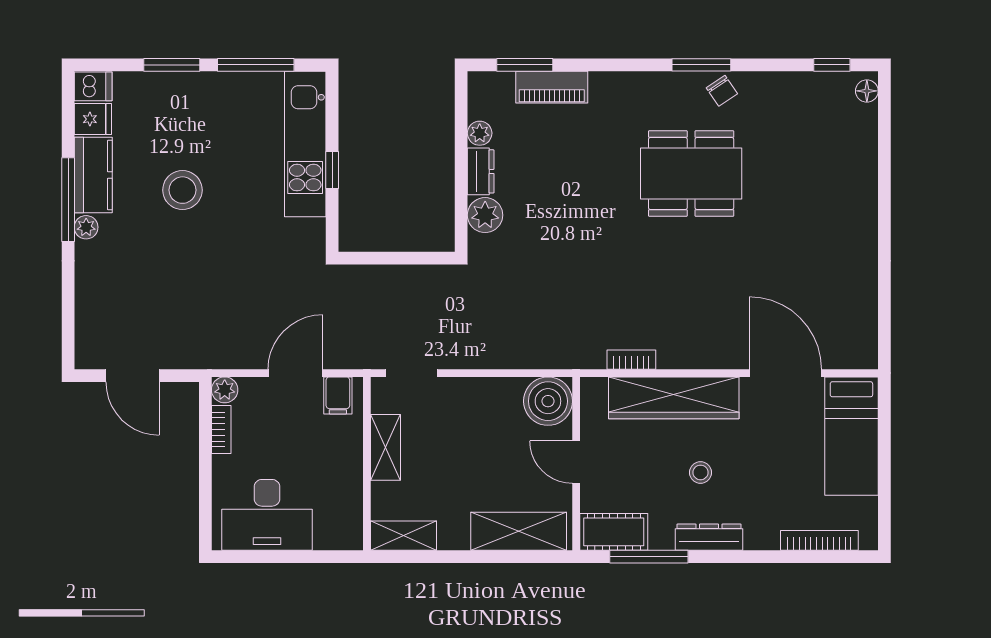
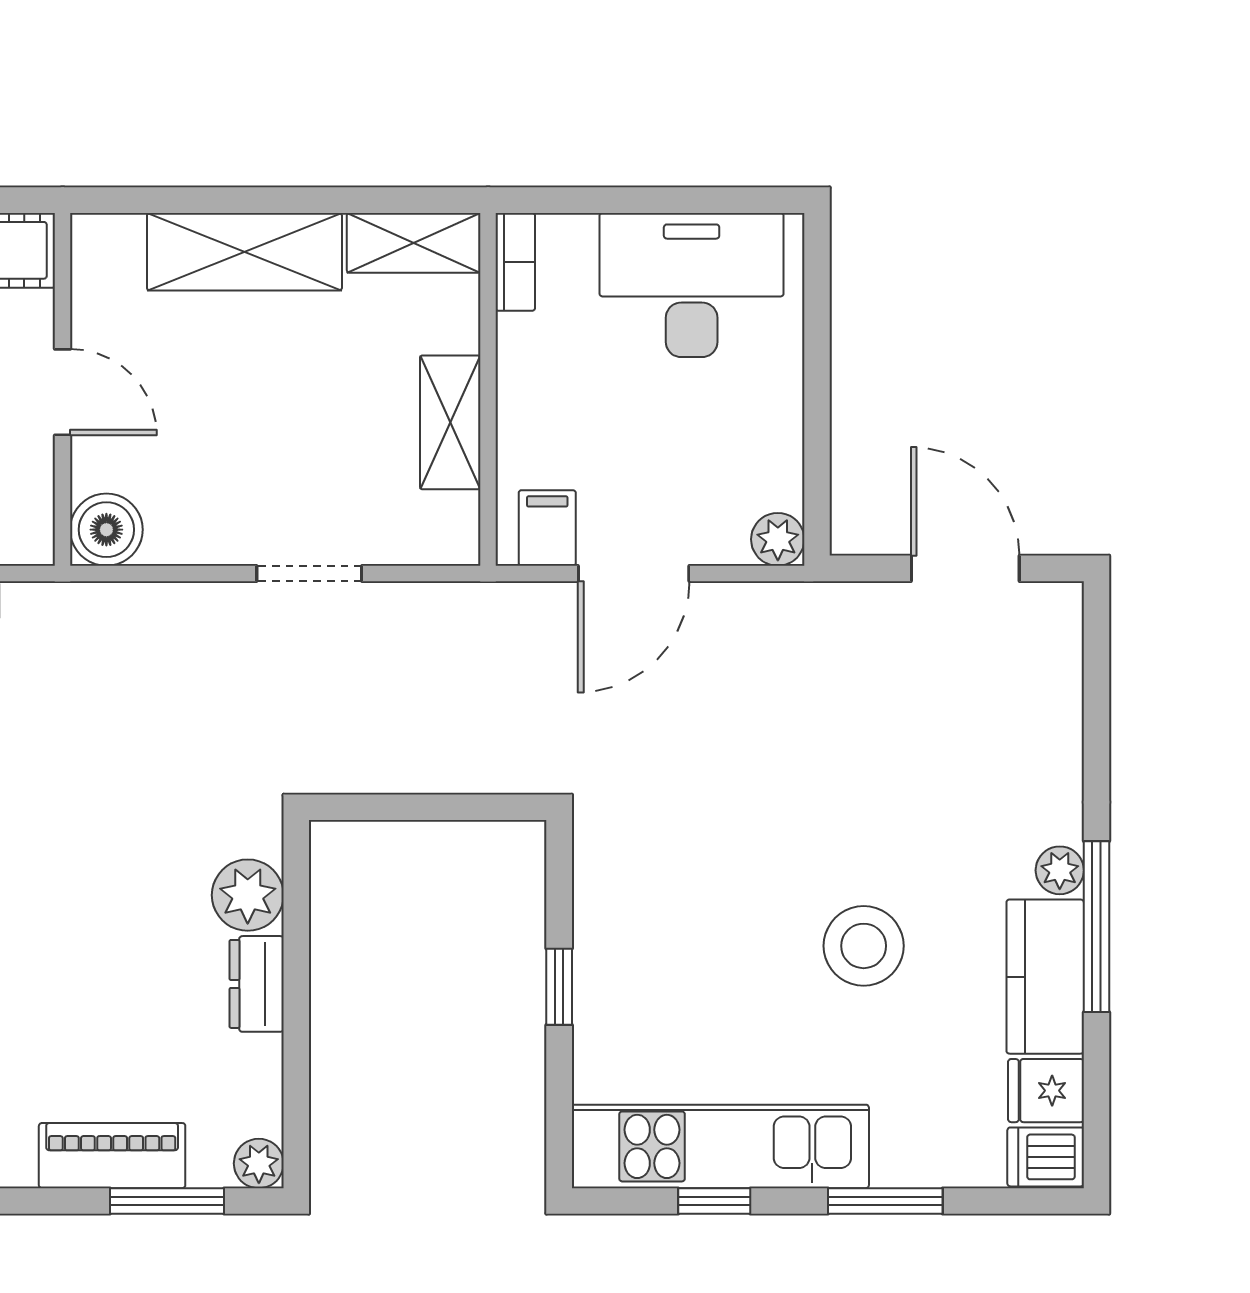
window: (256, 65) -> (714, 1201), width x0.46
plant: (480, 133) -> (259, 1163), moved
kitchen unit: (305, 144) -> (720, 1146), moved, turned -90
doorway: (412, 373) -> (309, 574), moved
boiler: (548, 401) -> (106, 530), width x0.73, depth x0.73
bookcase: (221, 430) -> (515, 262), moved, turned 180
shelving: (519, 531) -> (244, 252), moved

